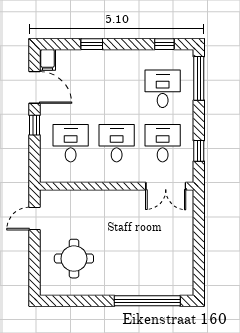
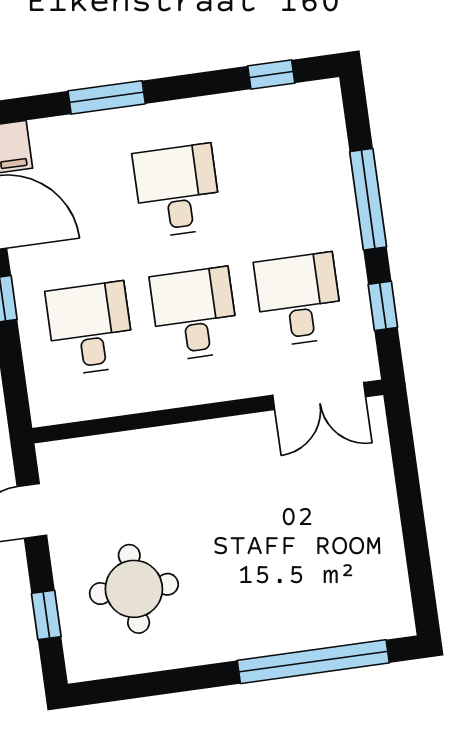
window: (92, 44) -> (107, 97), width x1.50
window: (199, 78) -> (368, 199), moved
desk: (163, 89) -> (177, 191), moved
window: (34, 265) -> (46, 615), added

